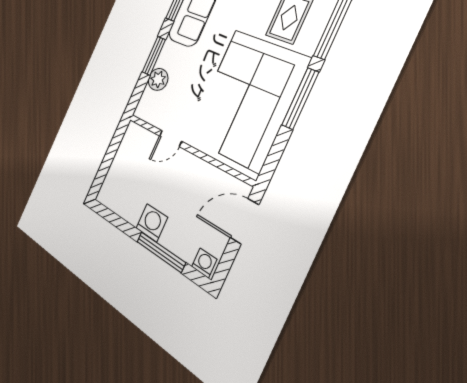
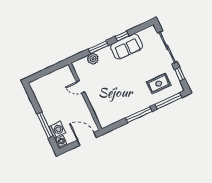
corner sofa: (247, 99) -> (121, 99), removed
washing machine: (152, 223) -> (57, 130), moved

